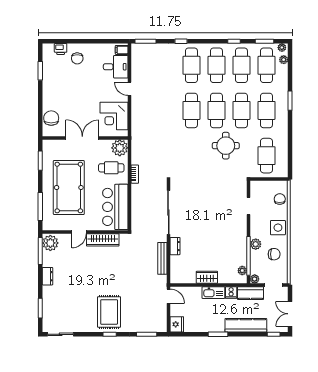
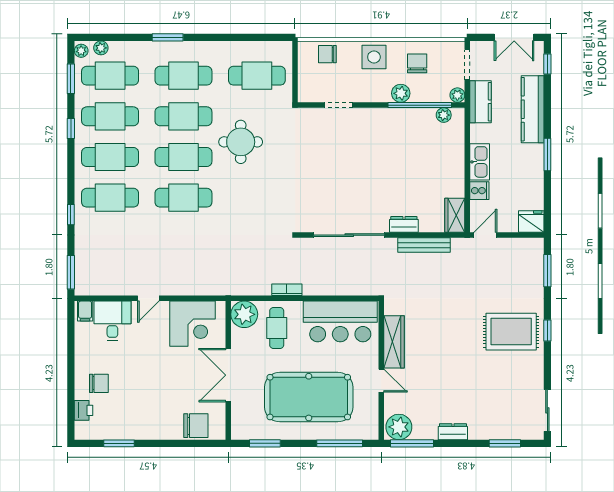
chair: (51, 118) -> (196, 426), turned 180
wardrobe: (207, 277) -> (455, 215), moved
cooker: (231, 293) -> (479, 191), moved

